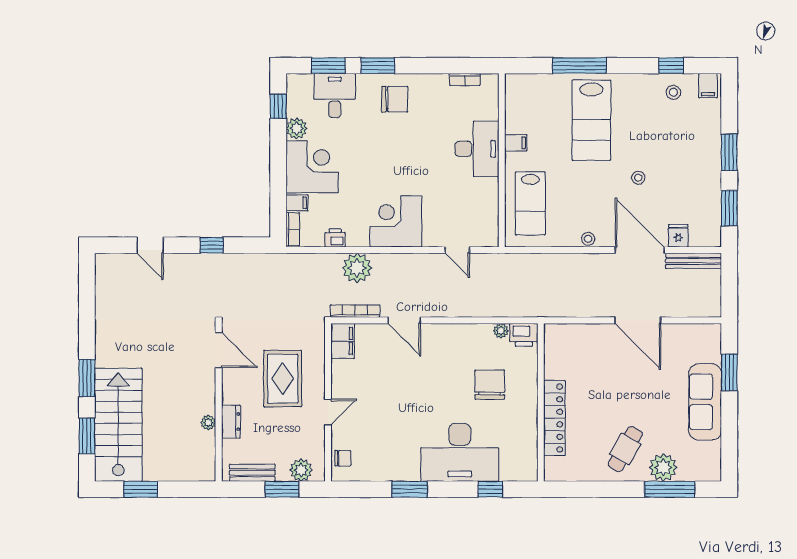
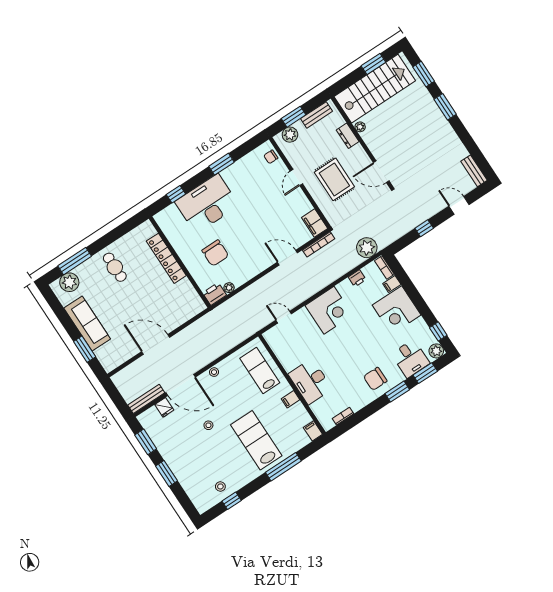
filing cabinet: (708, 86) -> (313, 431), moved
plant: (297, 128) -> (436, 351), moved
plant: (357, 268) -> (367, 248), moved
bench: (103, 276) -> (474, 171), added
stairs: (118, 425) -> (375, 89), moved, turned -90
cafe table: (625, 449) -> (115, 267), turned -30
plant: (663, 467) -> (69, 282), moved

